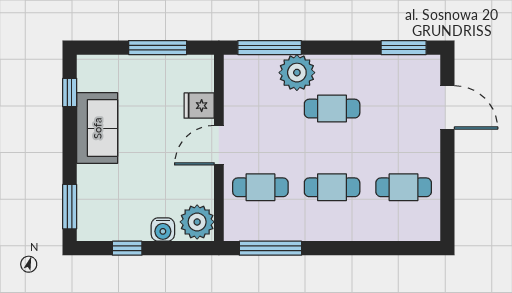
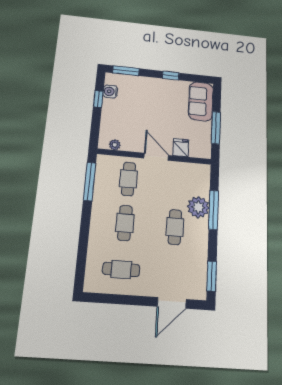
window: (270, 48) -> (214, 210), moved
window: (70, 93) -> (171, 76), moved
sofa: (97, 128) -> (201, 101), moved, turned 90
cafe table: (404, 187) -> (121, 269), turned 90
plant: (197, 222) -> (115, 145), width x0.53, depth x0.53
water cooler: (163, 230) -> (110, 92), moved

